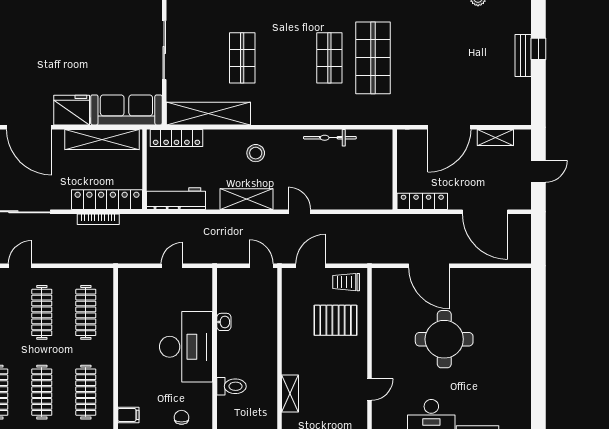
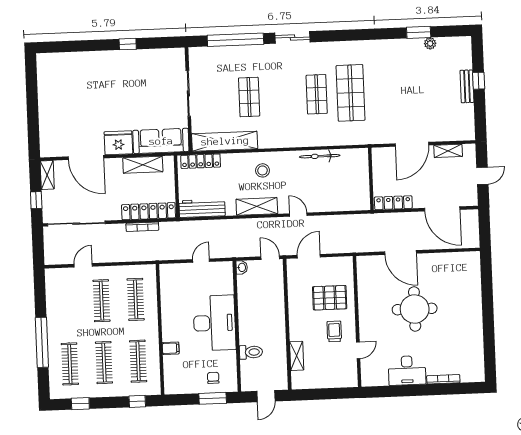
shelving: (102, 140) -> (143, 165), width x0.68
trolley: (346, 282) -> (334, 331), moved, turned 90
washbasin: (224, 322) -> (242, 267), moved
filing cabinet: (128, 415) -> (171, 348), moved

